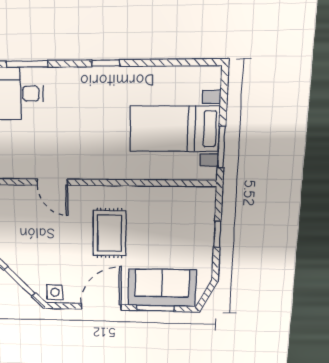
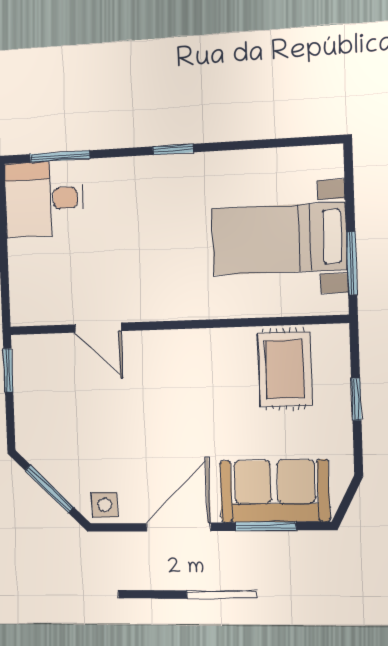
rug: (109, 233) -> (285, 369), moved

